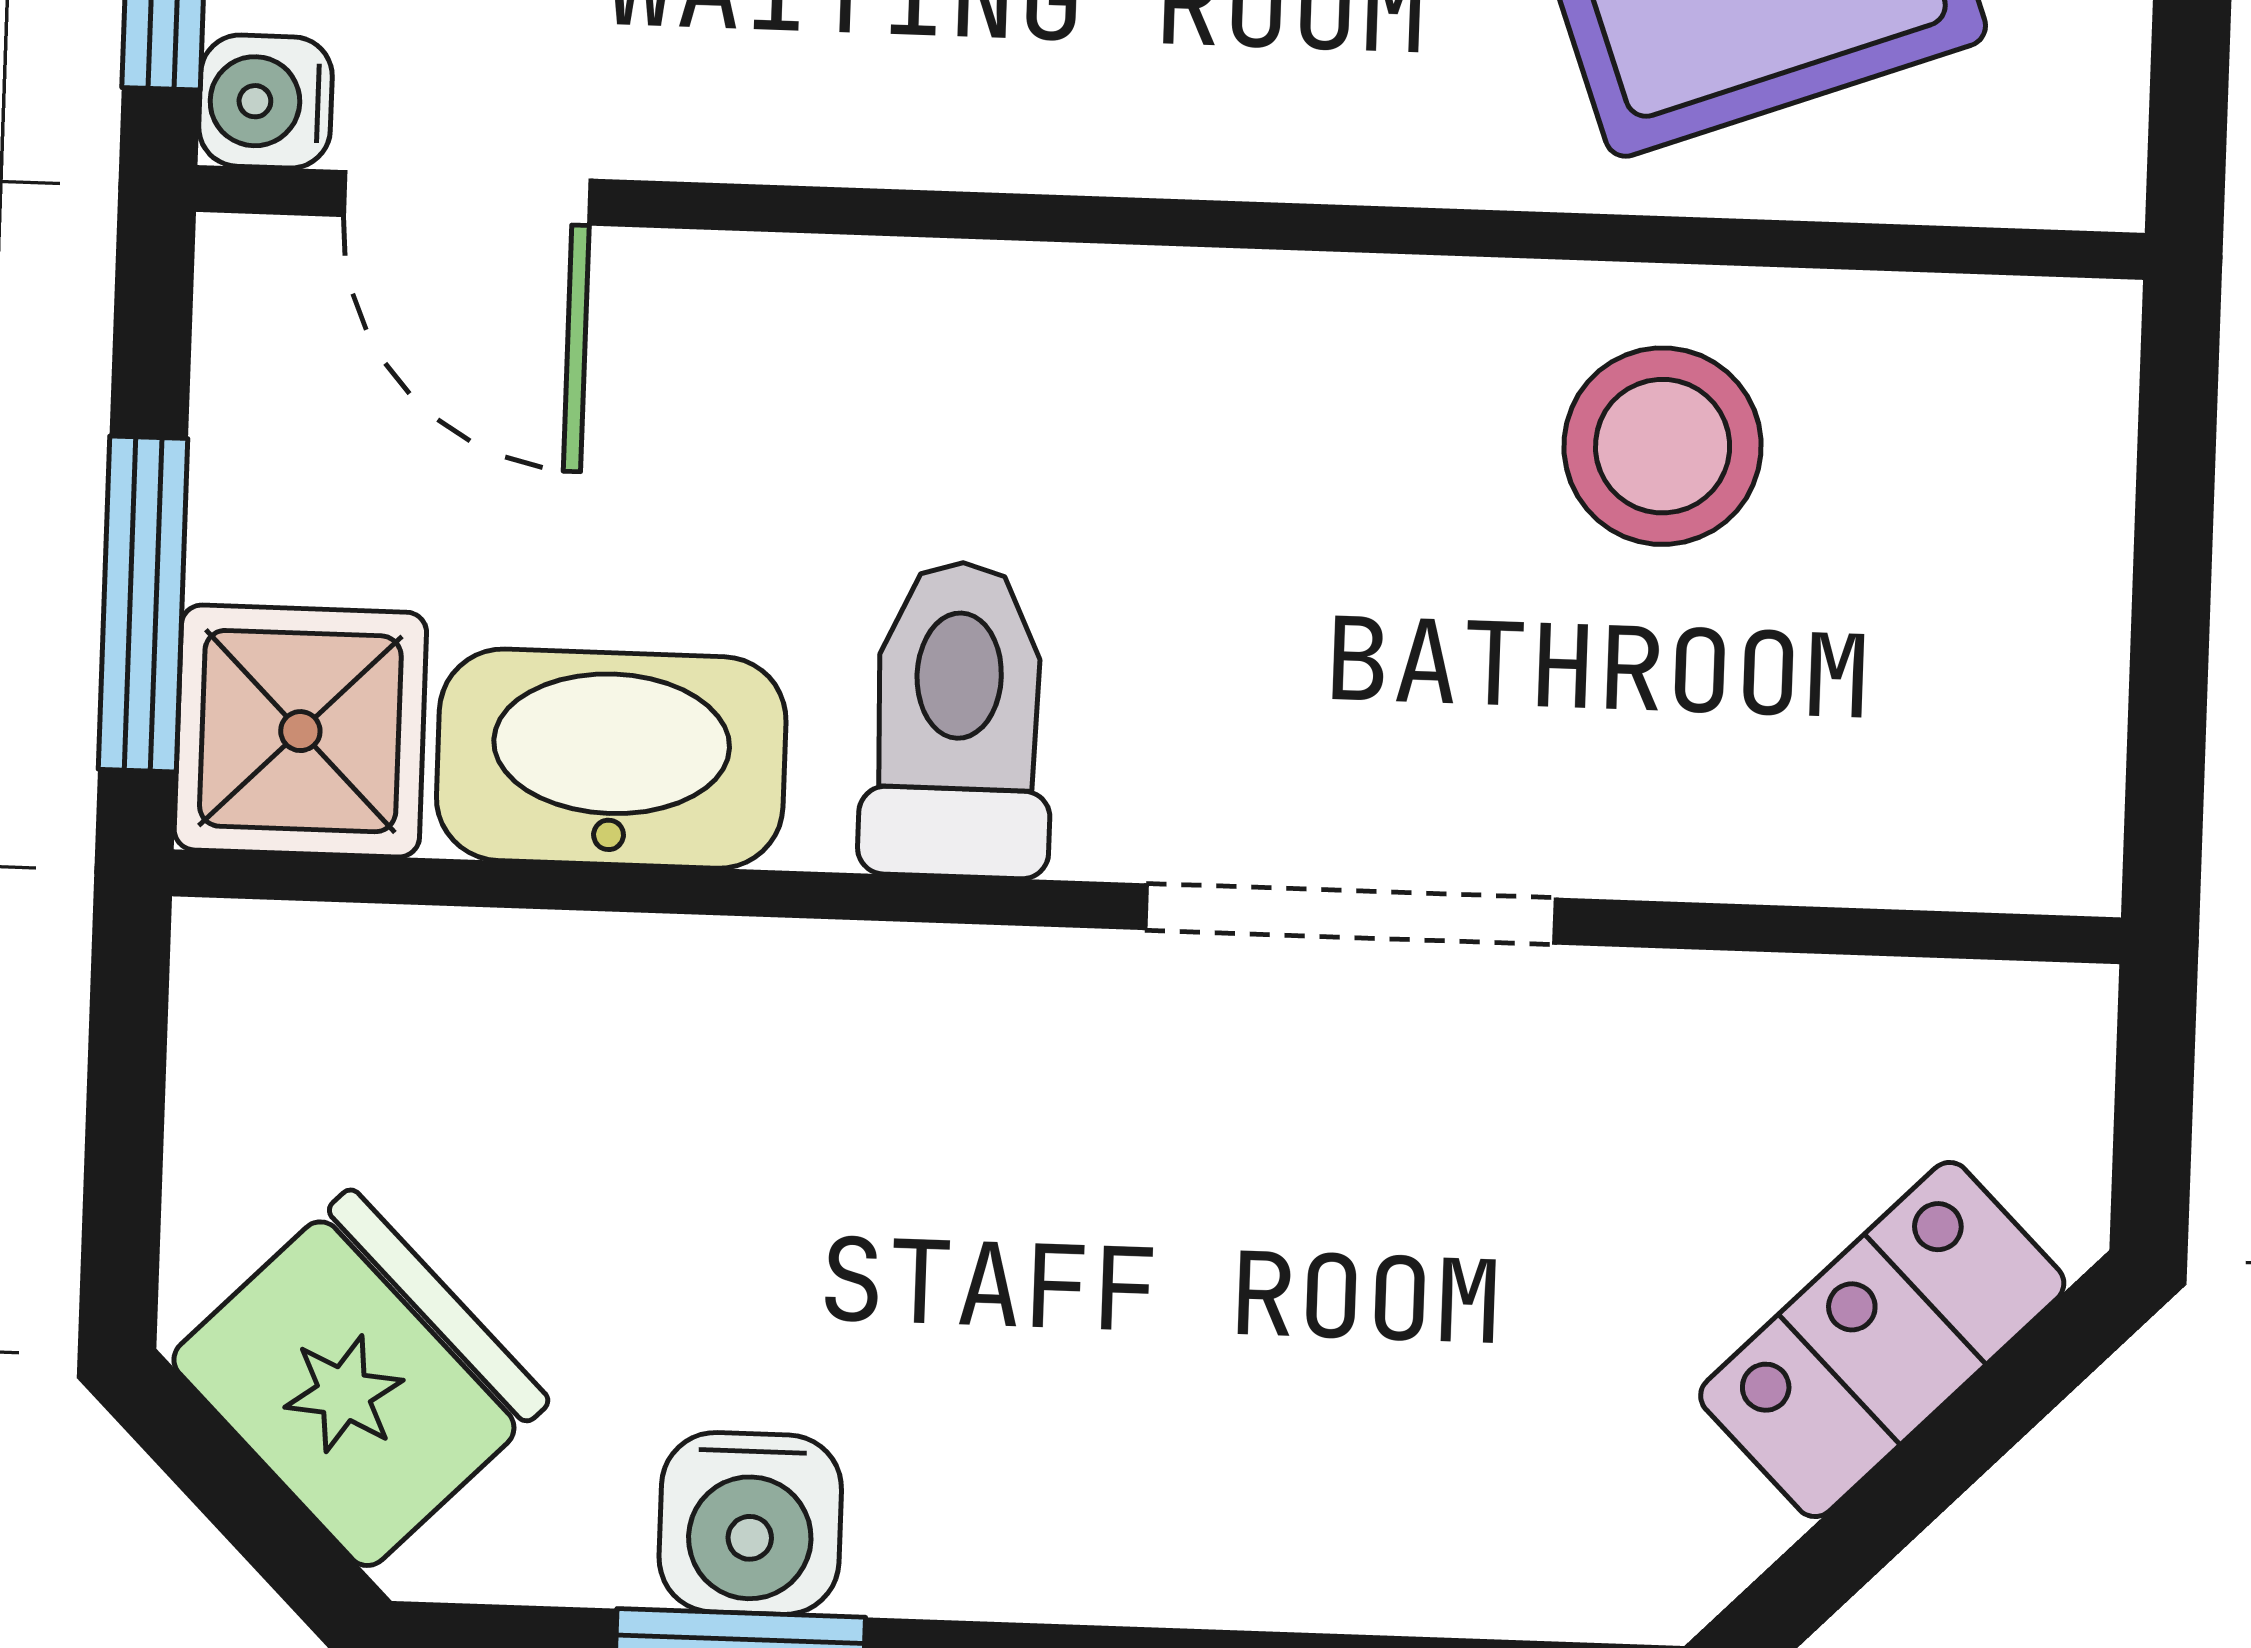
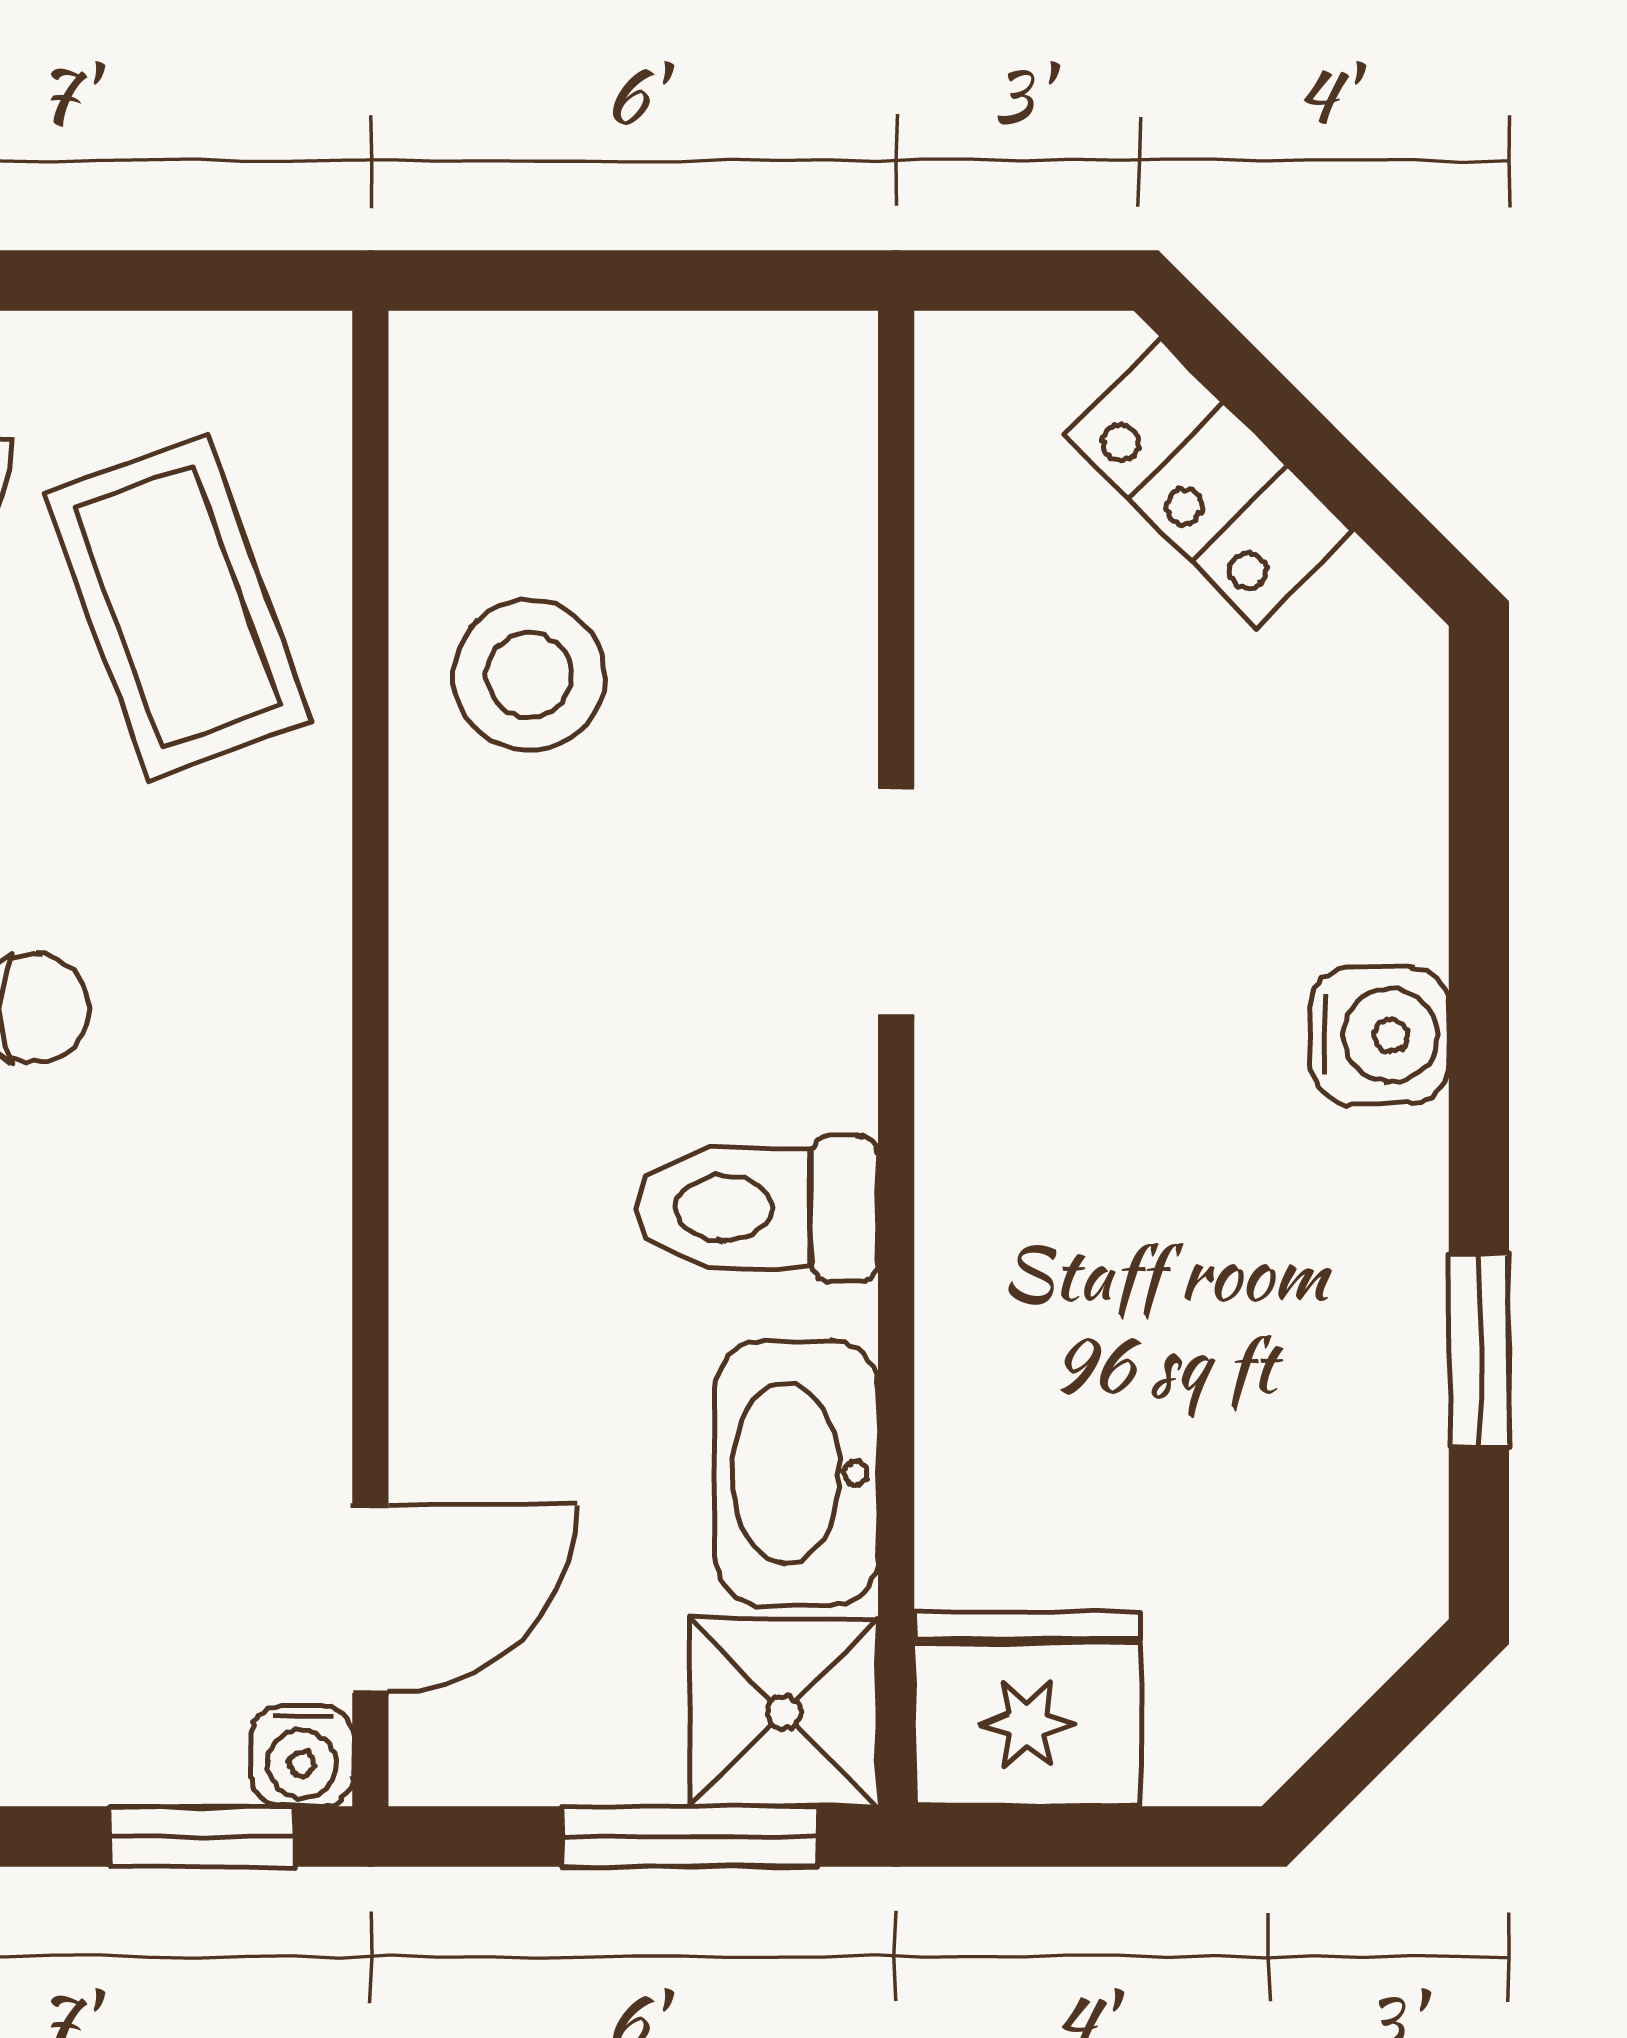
doorway: (1350, 914) -> (896, 902), width x0.73
fridge: (359, 1380) -> (1027, 1709), moved, turned 45
water cooler: (750, 1523) -> (1380, 1035), moved

